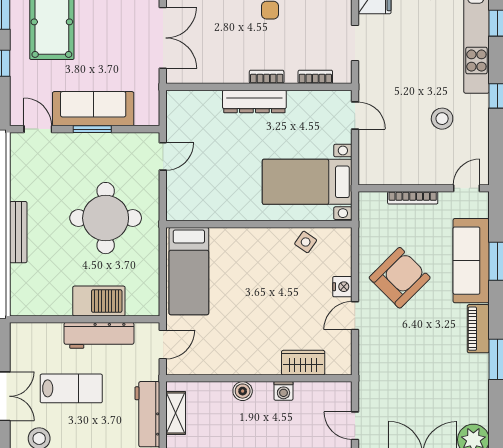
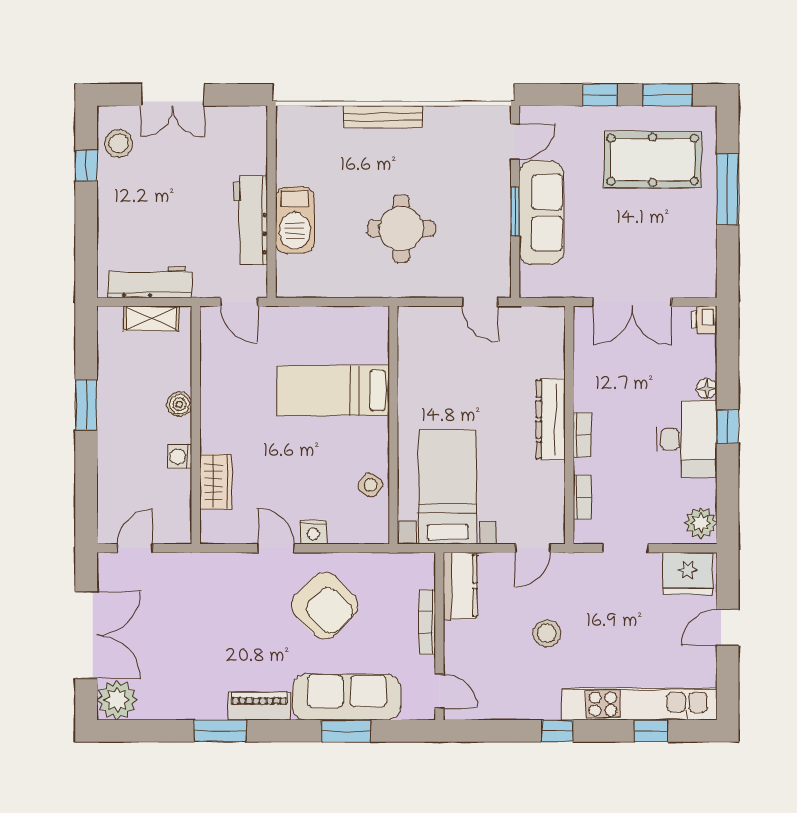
stool: (442, 119) -> (547, 633), moved
kitchen counter: (384, 172) -> (460, 586), added
round table: (106, 218) -> (401, 229), width x0.73, depth x0.73
bed: (189, 271) -> (333, 390), moved
lab bench: (71, 388) -> (183, 185), removed

